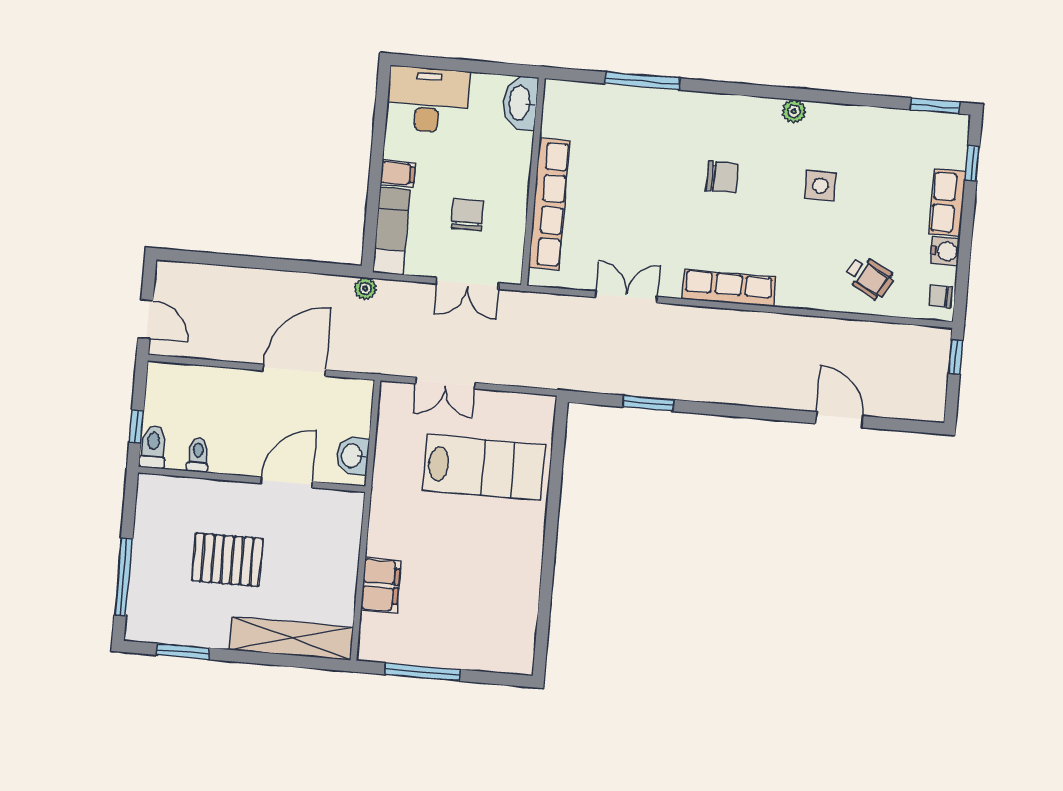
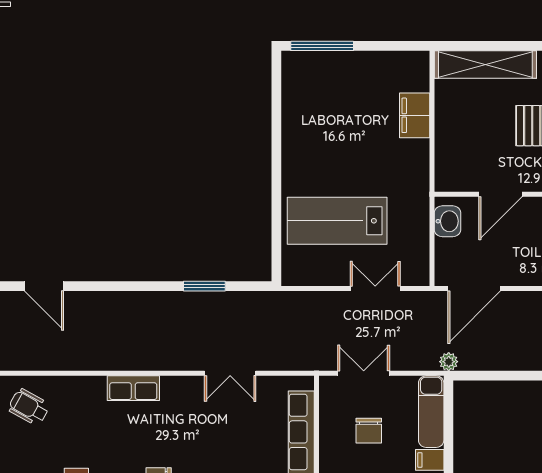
row of seats: (728, 288) -> (133, 388), width x0.68
door: (294, 370) -> (474, 289), moved
window: (422, 672) -> (322, 46), moved

